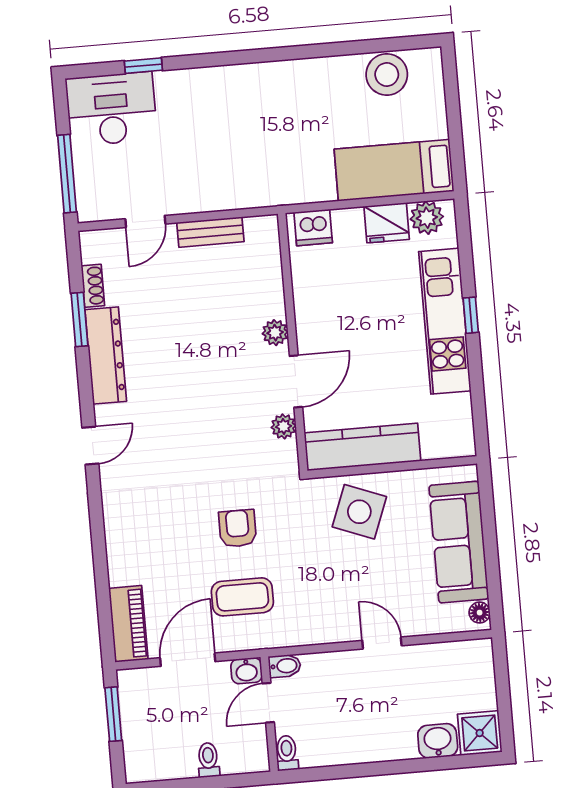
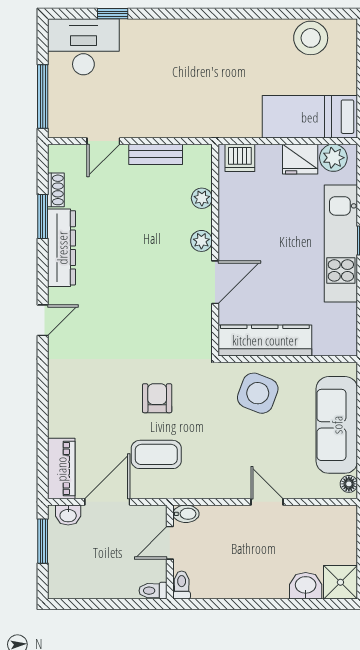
plant: (284, 426) -> (202, 198), moved
washbasin: (246, 671) -> (68, 515), moved
toilet: (208, 760) -> (153, 591), moved, turned -90

